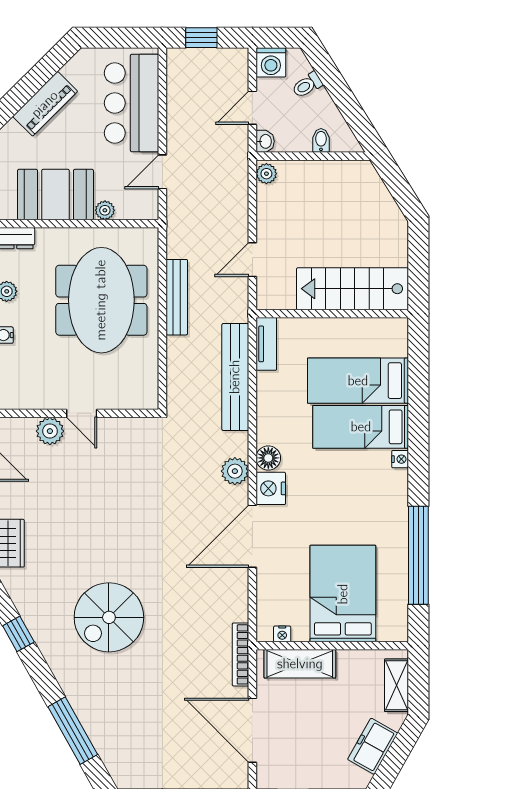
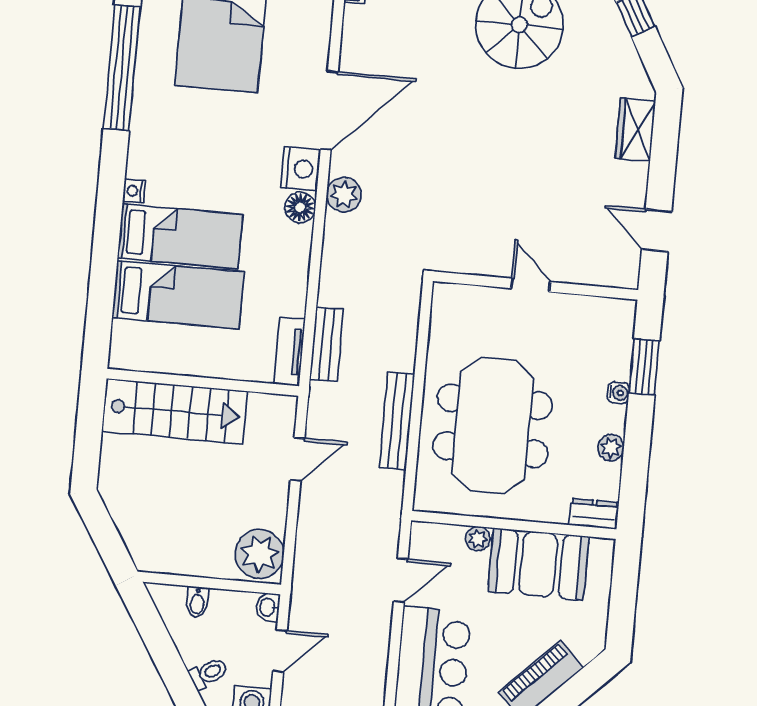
plant: (266, 174) -> (260, 554), width x1.87, depth x1.87
bench: (235, 377) -> (327, 344), width x0.54, depth x0.82
plant: (50, 431) -> (572, 266), removed

